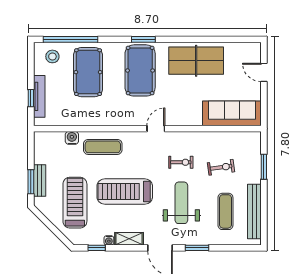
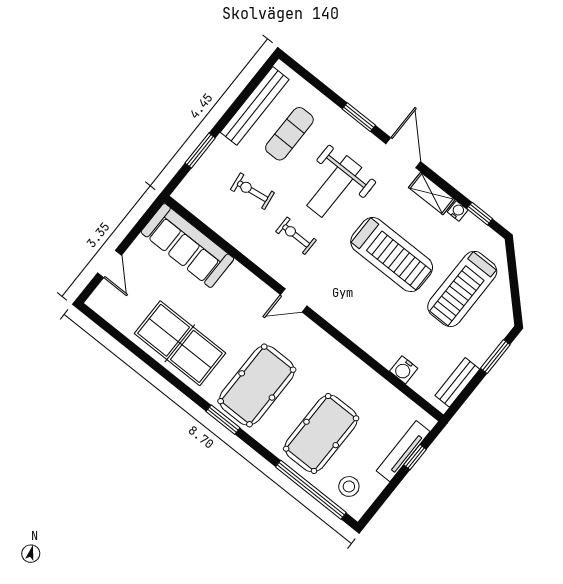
exercise mat: (103, 147) -> (375, 329), removed
bench: (40, 181) -> (457, 382), moved

